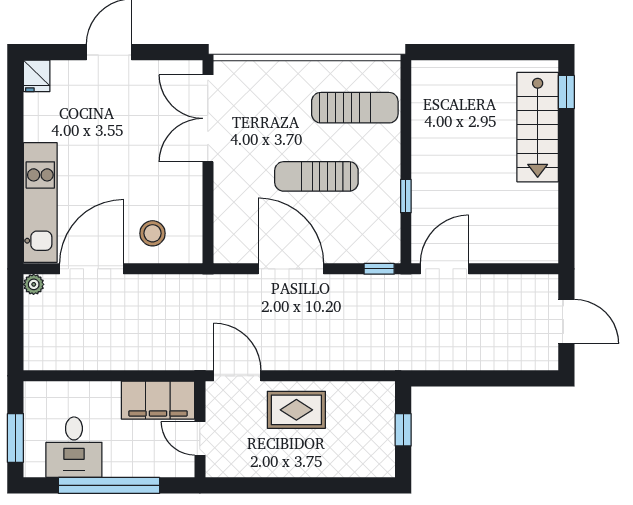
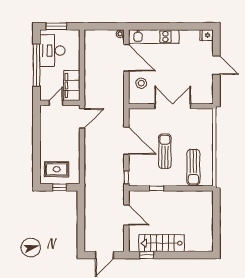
window: (566, 92) -> (147, 255), moved
double door: (208, 118) -> (173, 106), moved
stairs: (538, 127) -> (162, 243), moved
door: (291, 269) -> (126, 141), hinge flipped
door: (444, 269) -> (126, 215), moved
rug: (296, 410) -> (57, 169), moved, turned 90
desk: (74, 447) -> (52, 51), width x1.37

